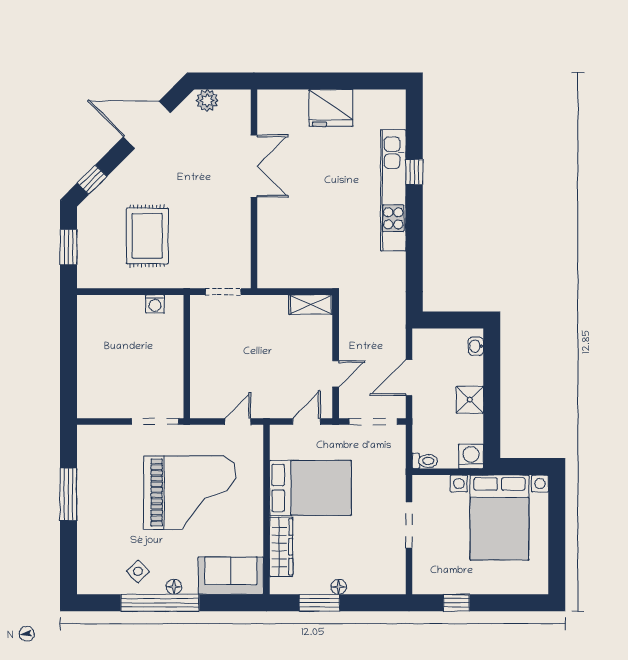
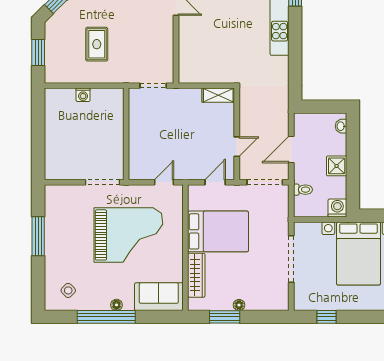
rug: (147, 236) -> (97, 44), width x0.73, depth x0.70
washing machine: (155, 304) -> (83, 95), moved
toilet: (425, 461) -> (303, 190), moved
doorway: (409, 525) -> (291, 259), width x1.36
side table: (138, 571) -> (68, 290), moved

